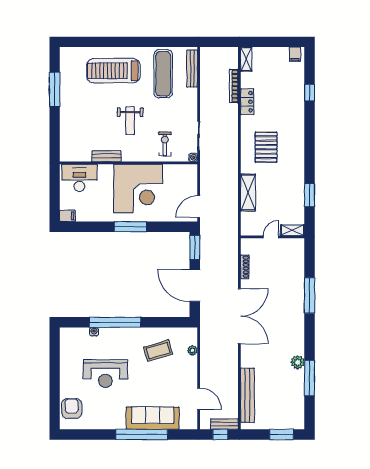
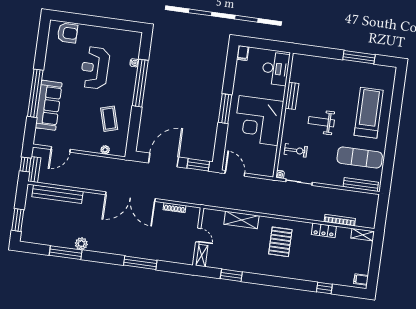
pallet: (266, 147) -> (280, 242), turned 90

